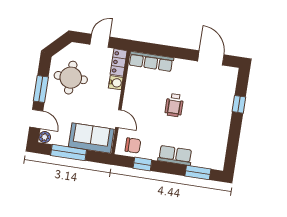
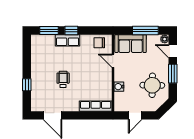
locker: (119, 62) -> (119, 102), removed
wheelchair: (174, 105) -> (63, 79), moved
window: (142, 164) -> (71, 30), moved

